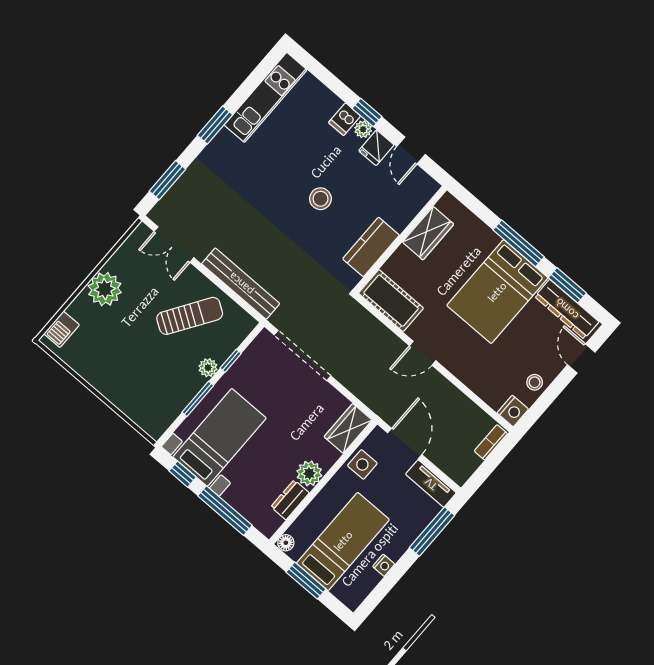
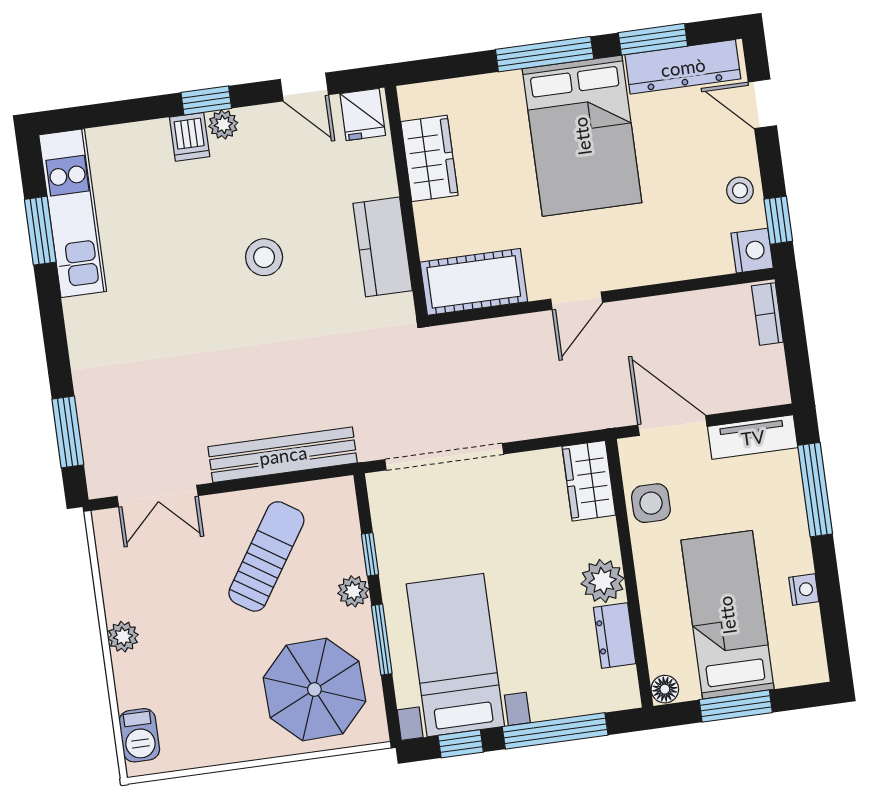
window: (215, 125) -> (40, 231), moved
fridge: (376, 148) -> (363, 114), moved
plant: (105, 289) -> (123, 637), width x0.53, depth x0.53
parasol: (150, 389) -> (314, 689), added
window: (536, 411) -> (778, 220), added

